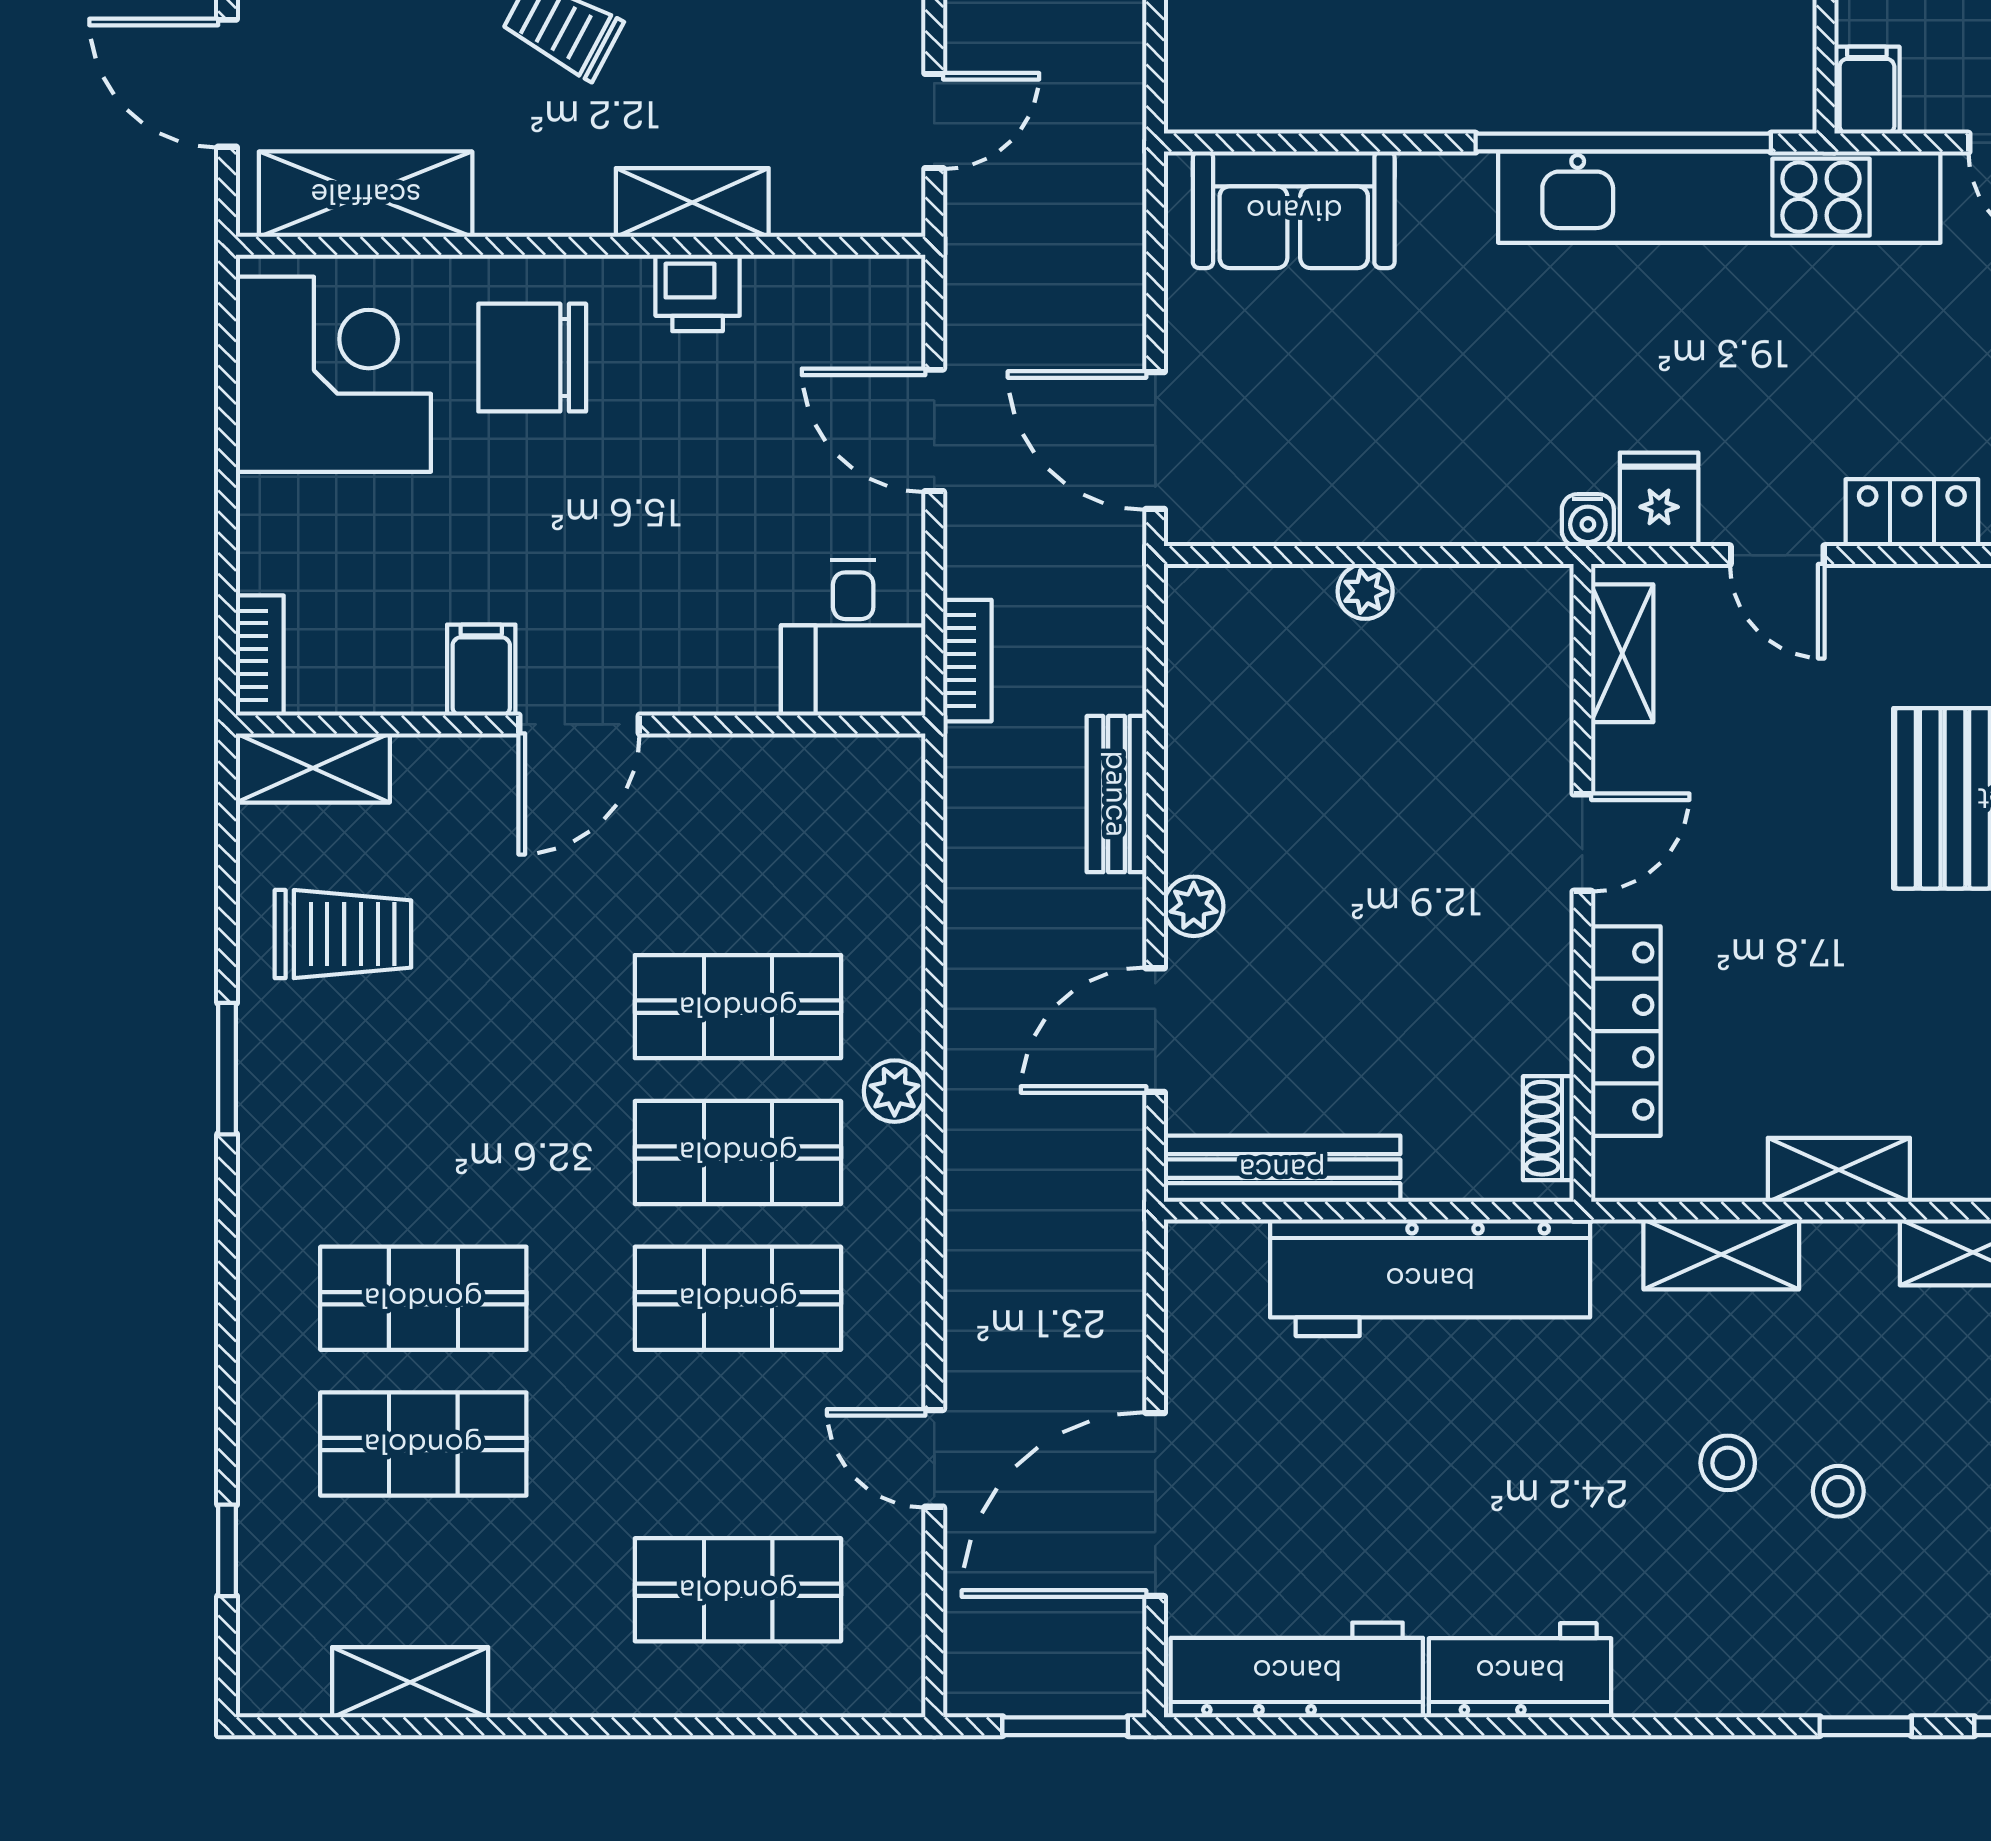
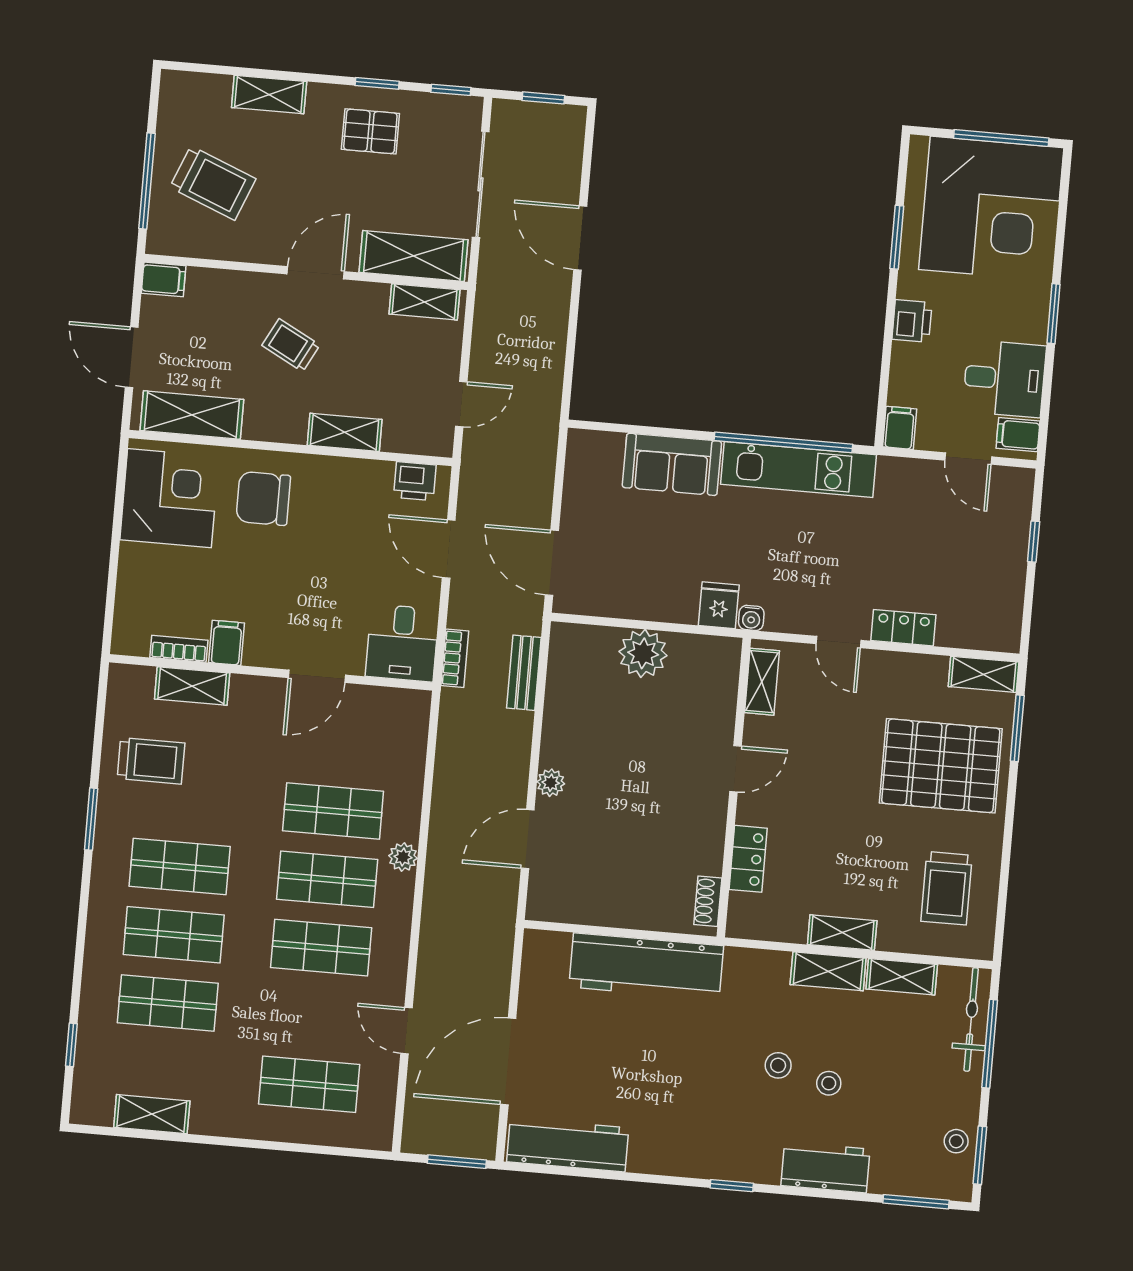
kitchen unit: (1719, 197) -> (798, 469), width x0.73
sofa: (1294, 210) -> (672, 464), moved
printer: (698, 293) -> (415, 481), moved
fridge: (1659, 499) -> (719, 605), moved
plant: (1365, 591) -> (643, 653), width x1.88, depth x1.88
bookcase: (260, 655) -> (179, 649), moved, turned -90
door: (579, 724) -> (317, 676), moved
shelving: (313, 768) -> (192, 686), moved
bench: (1116, 794) -> (524, 673), moved
locker: (1626, 1031) -> (748, 859), width x0.66
shop shelf: (423, 1152) -> (180, 866), added
bench: (1282, 1169) -> (581, 909), removed
shelving: (1721, 1254) -> (828, 971), moved
workbench: (1520, 1670) -> (825, 1167), moved
window: (1866, 1726) -> (732, 1186), moved

